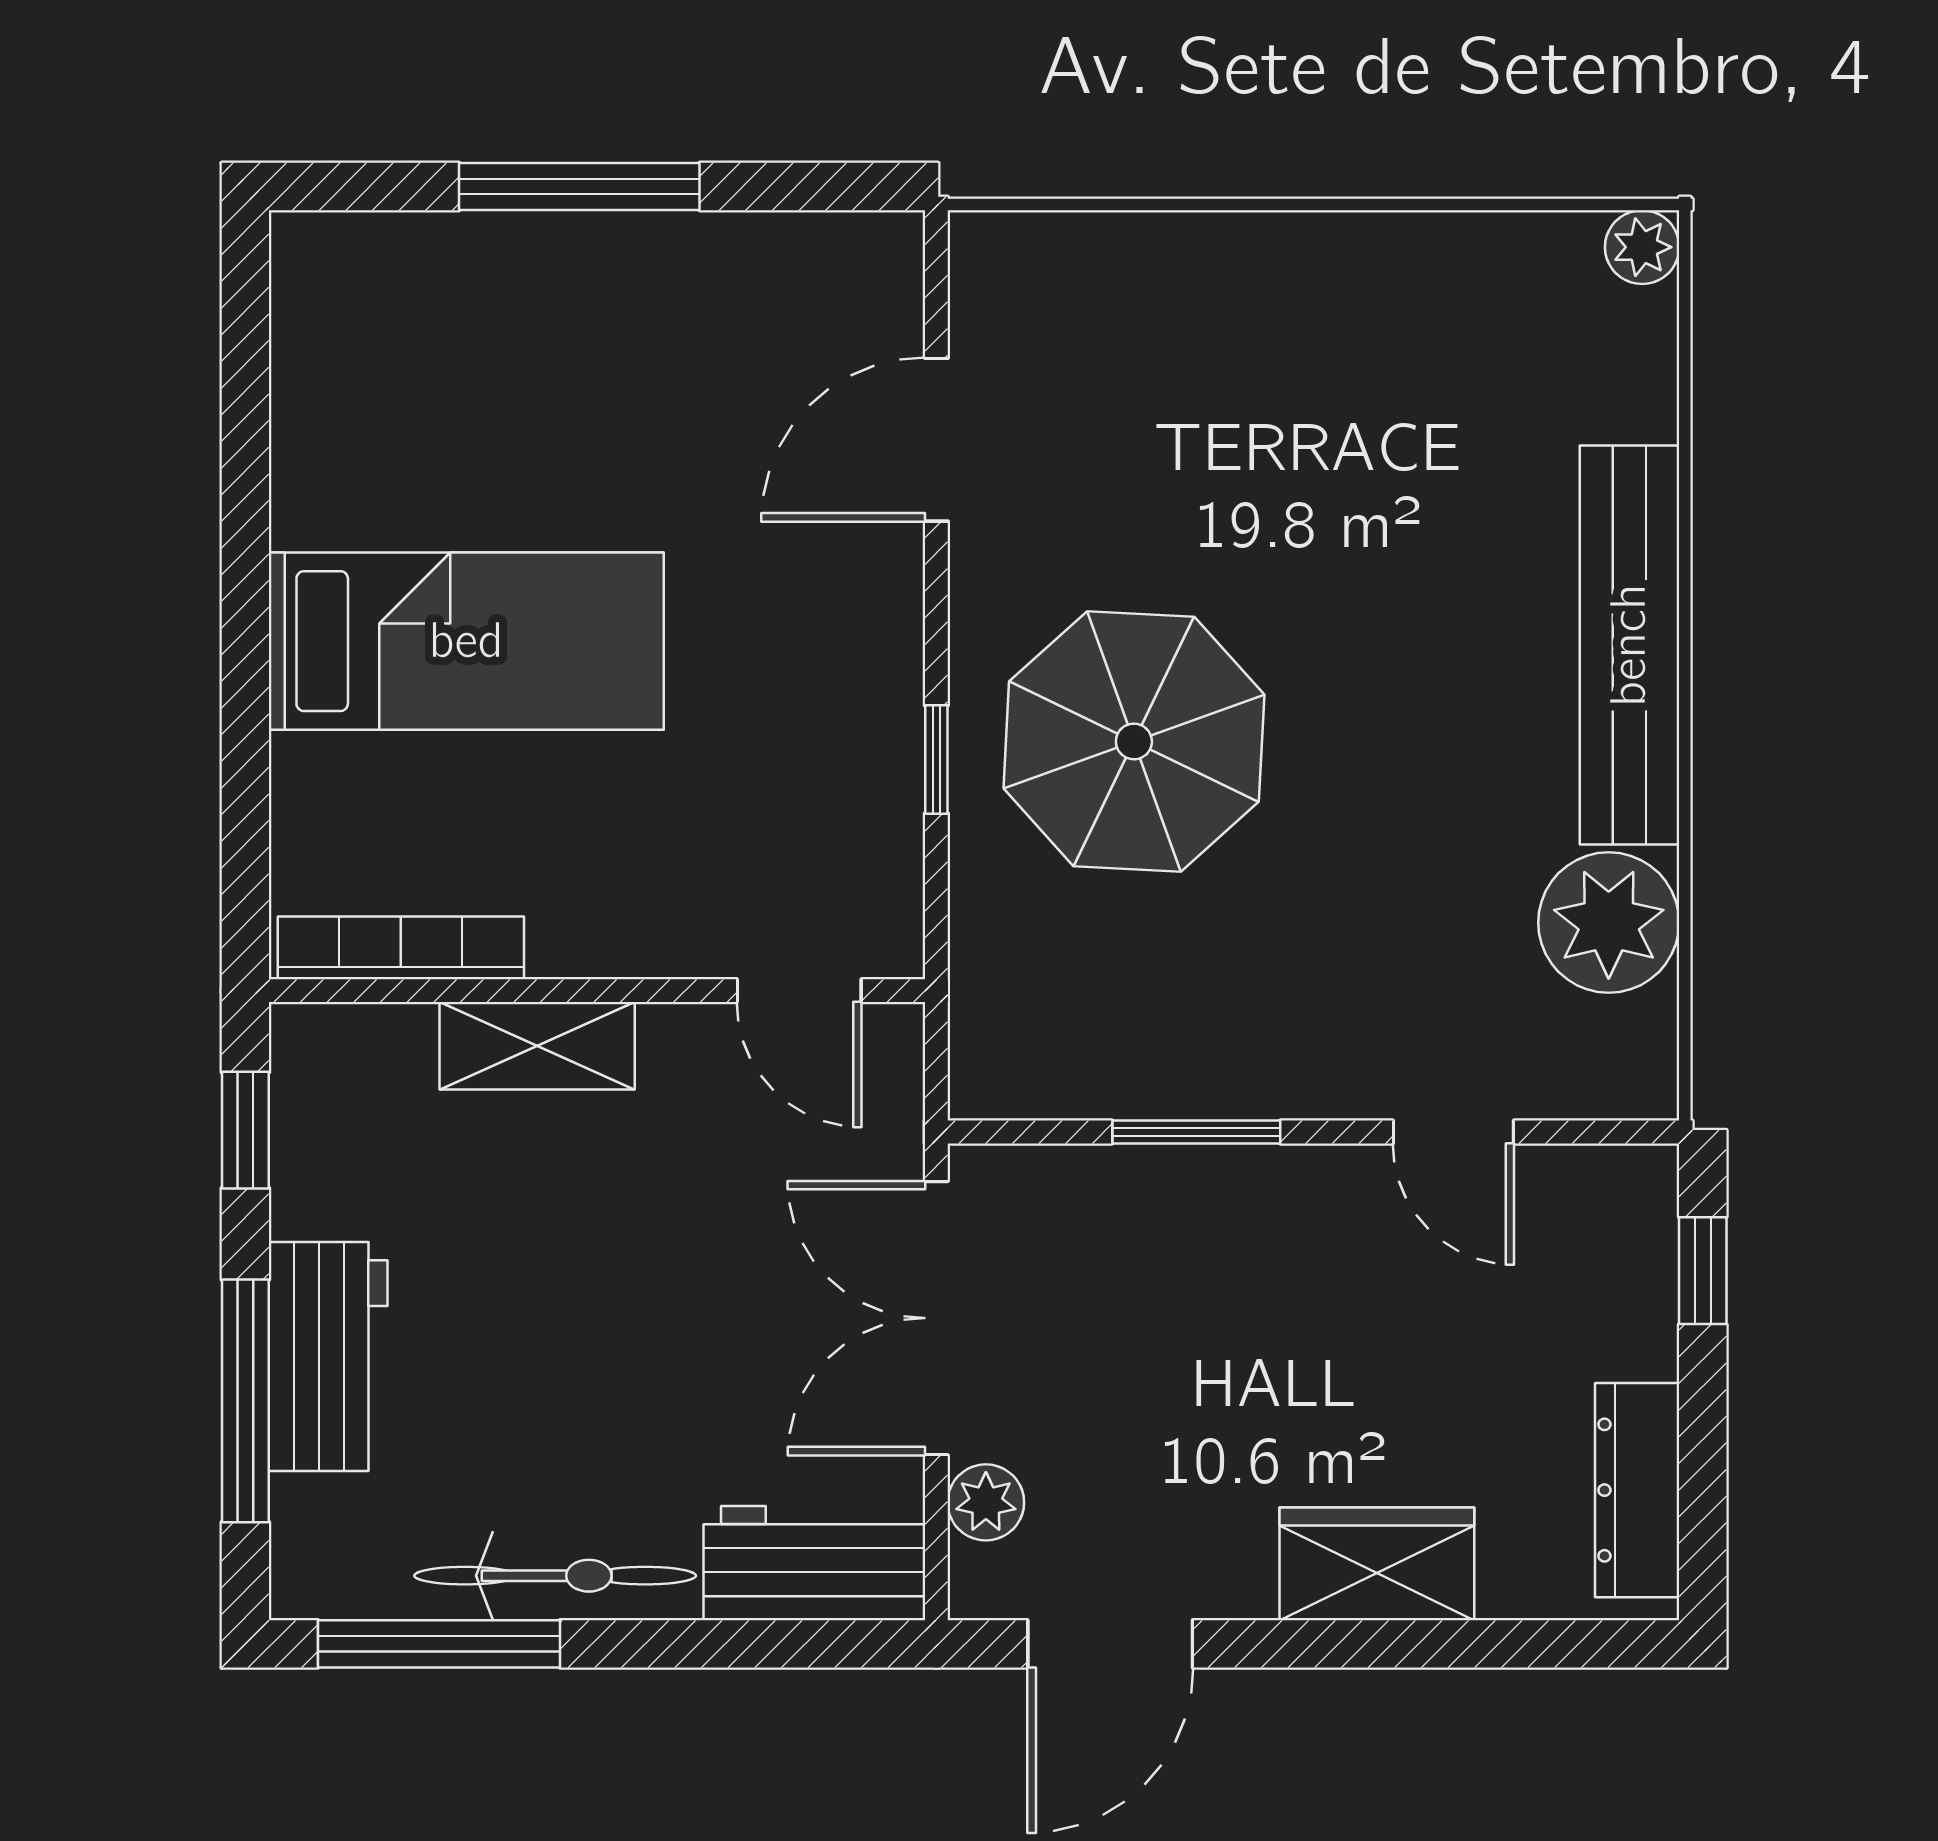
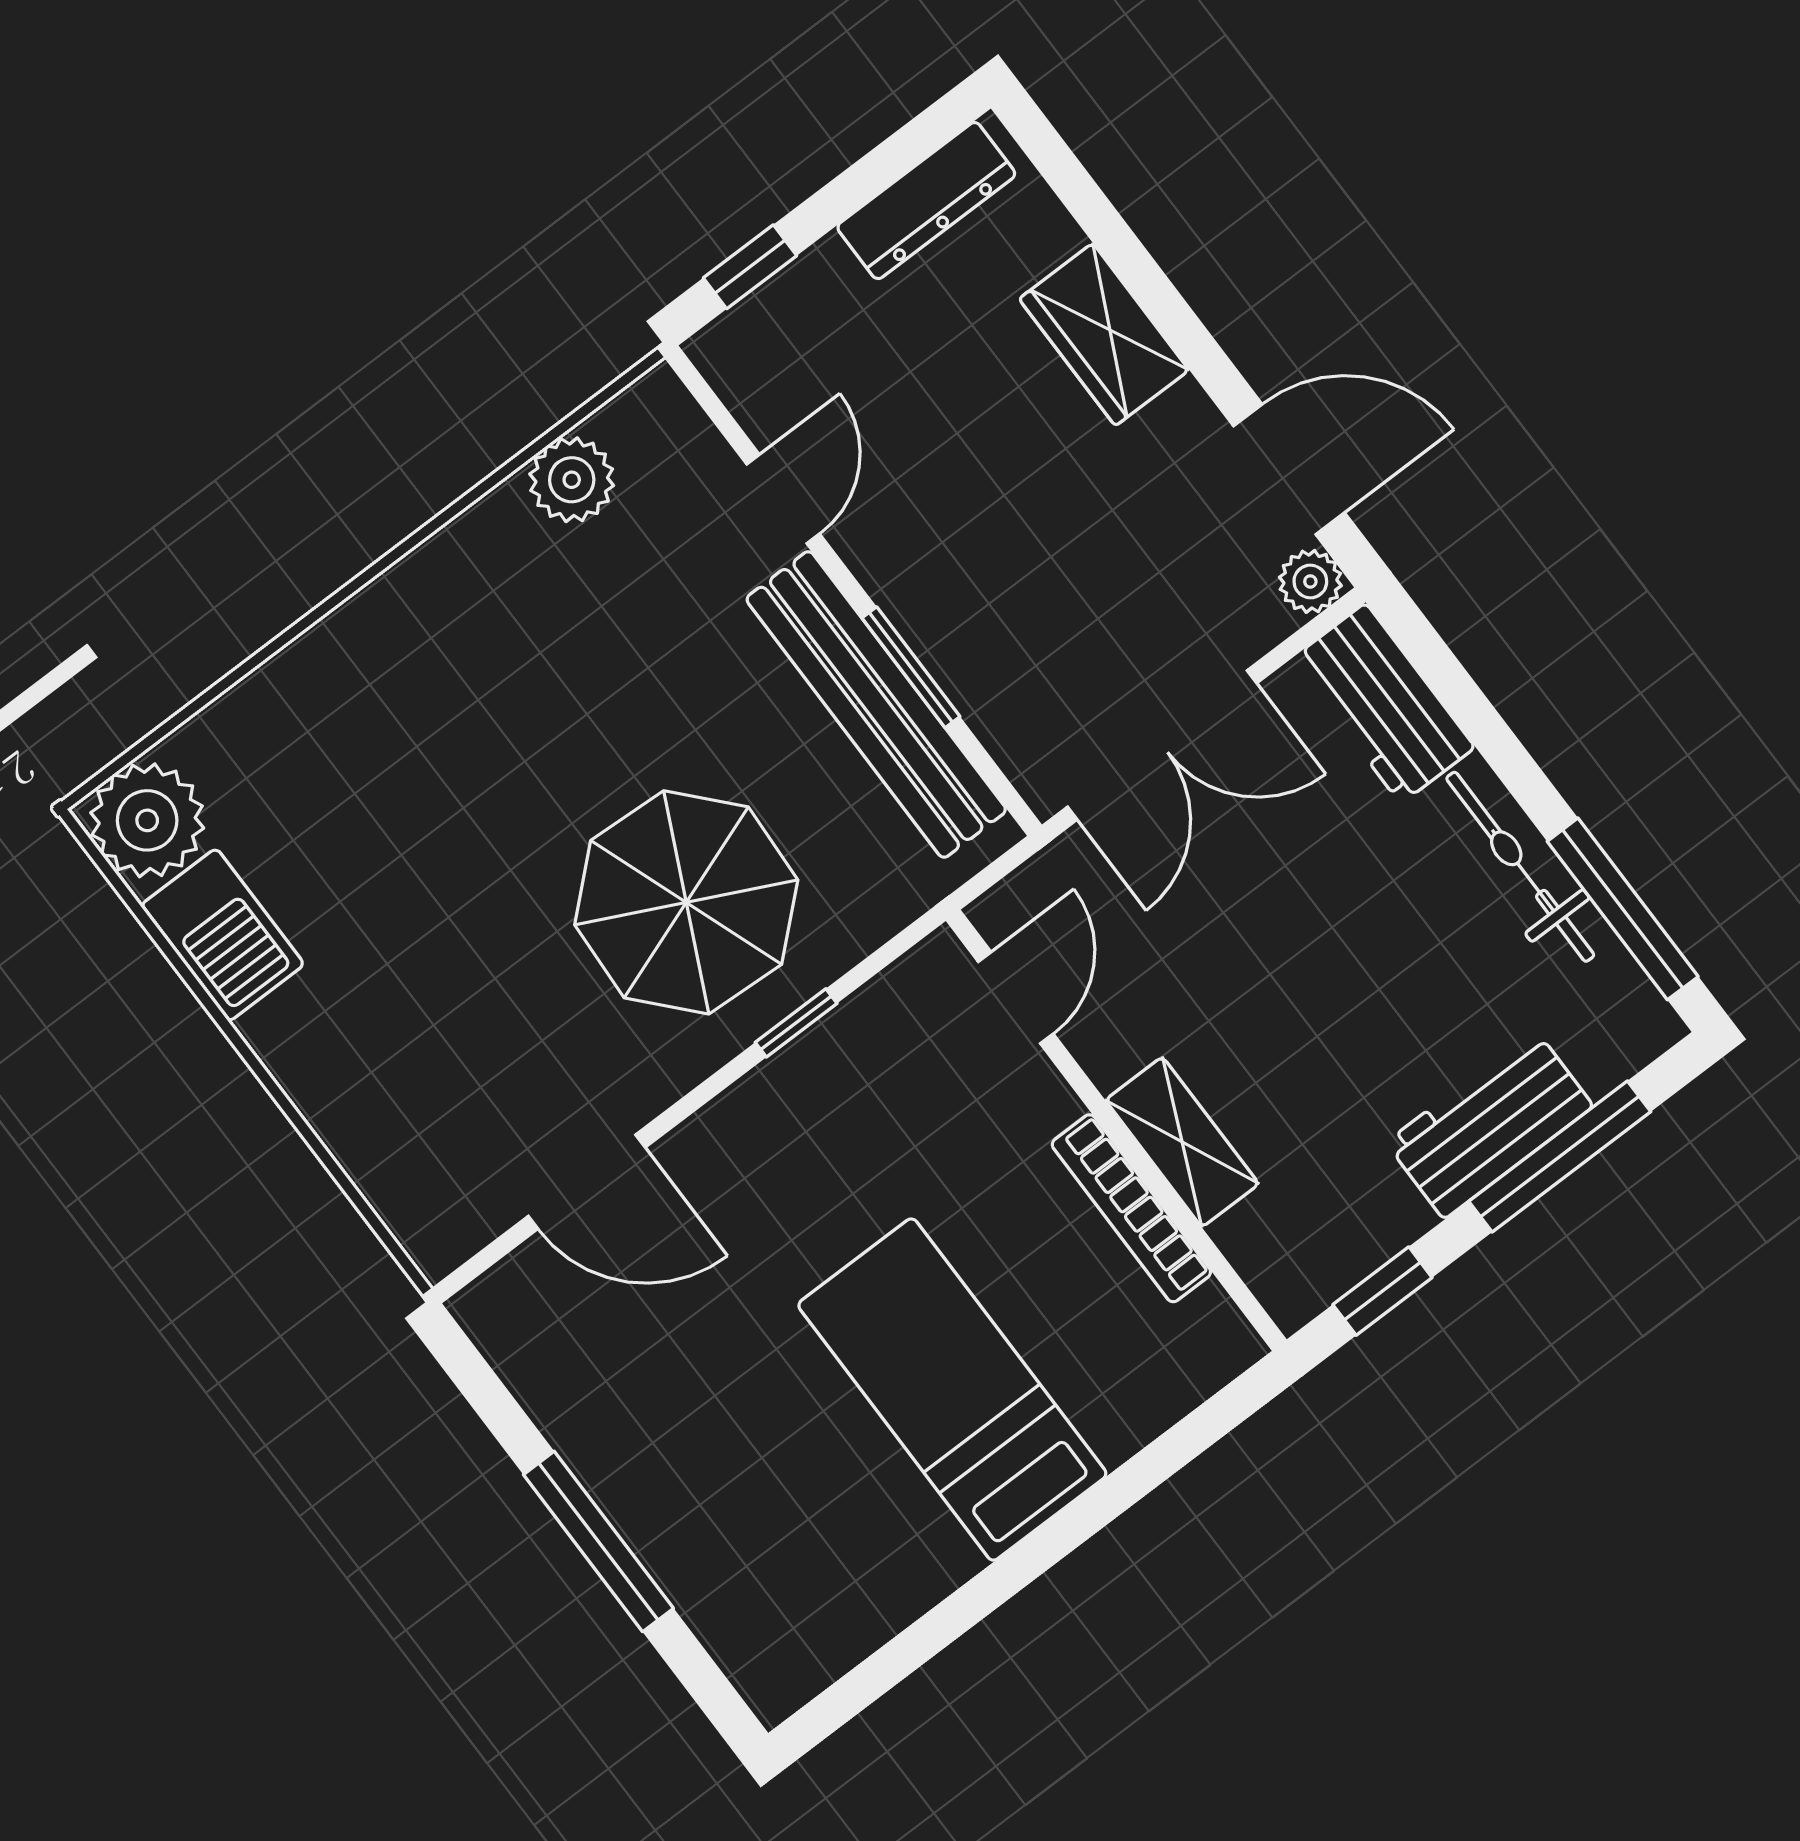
plant: (1642, 247) -> (147, 820), width x1.88, depth x1.88
barbecue: (1443, 268) -> (222, 935), added
bench: (1629, 645) -> (876, 704), moved, turned 90
plant: (1609, 923) -> (572, 480), width x0.73, depth x0.73
bookcase: (401, 948) -> (1131, 1208), moved
plant: (986, 1502) -> (1310, 581), moved

